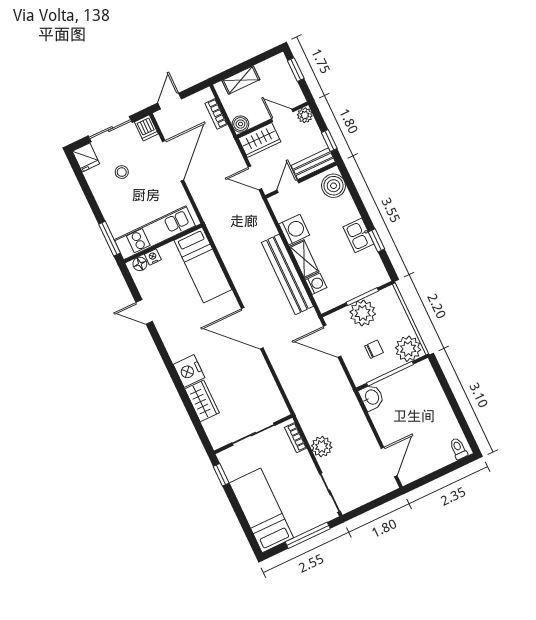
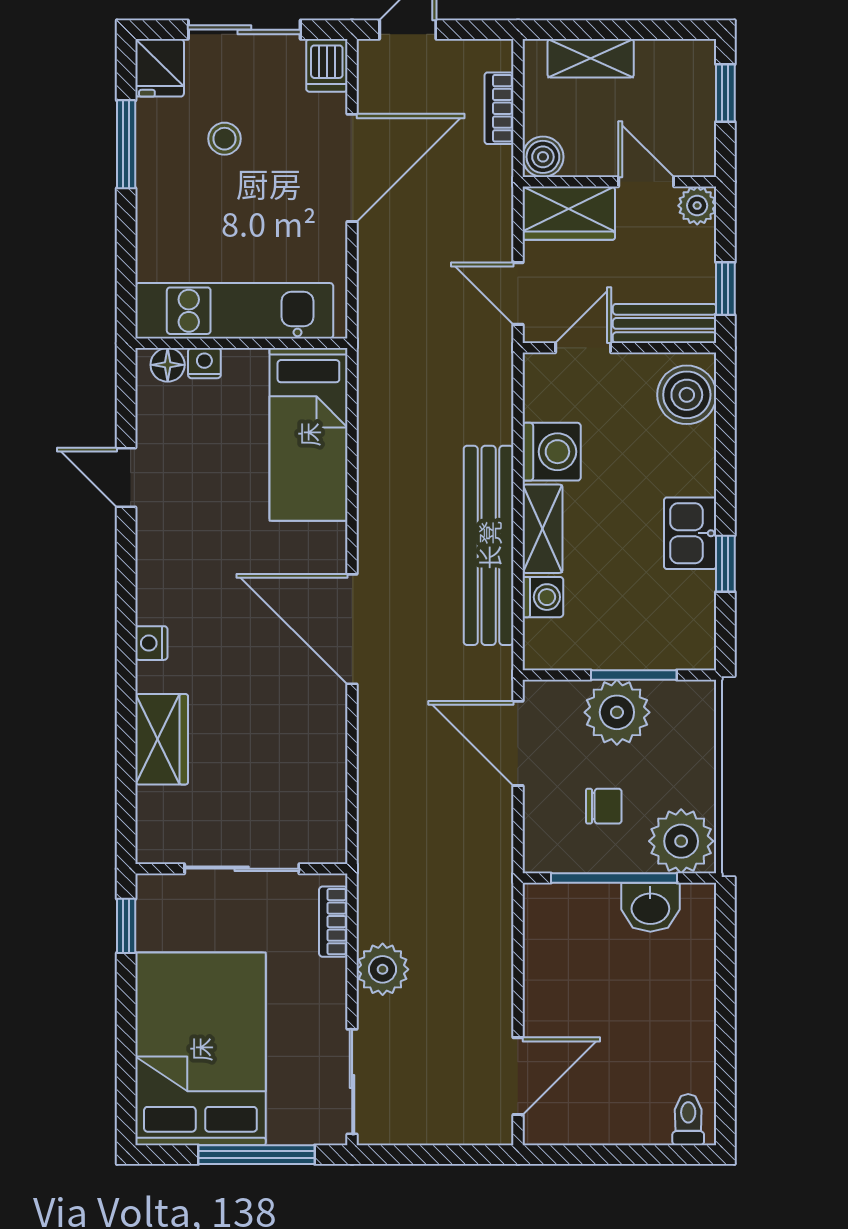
window: (110, 239) -> (126, 144), moved
nightstand: (189, 371) -> (151, 643), width x0.53, depth x0.56
washbasin: (372, 397) -> (650, 907), moved, turned 90
bed: (261, 510) -> (200, 1049), width x1.50

